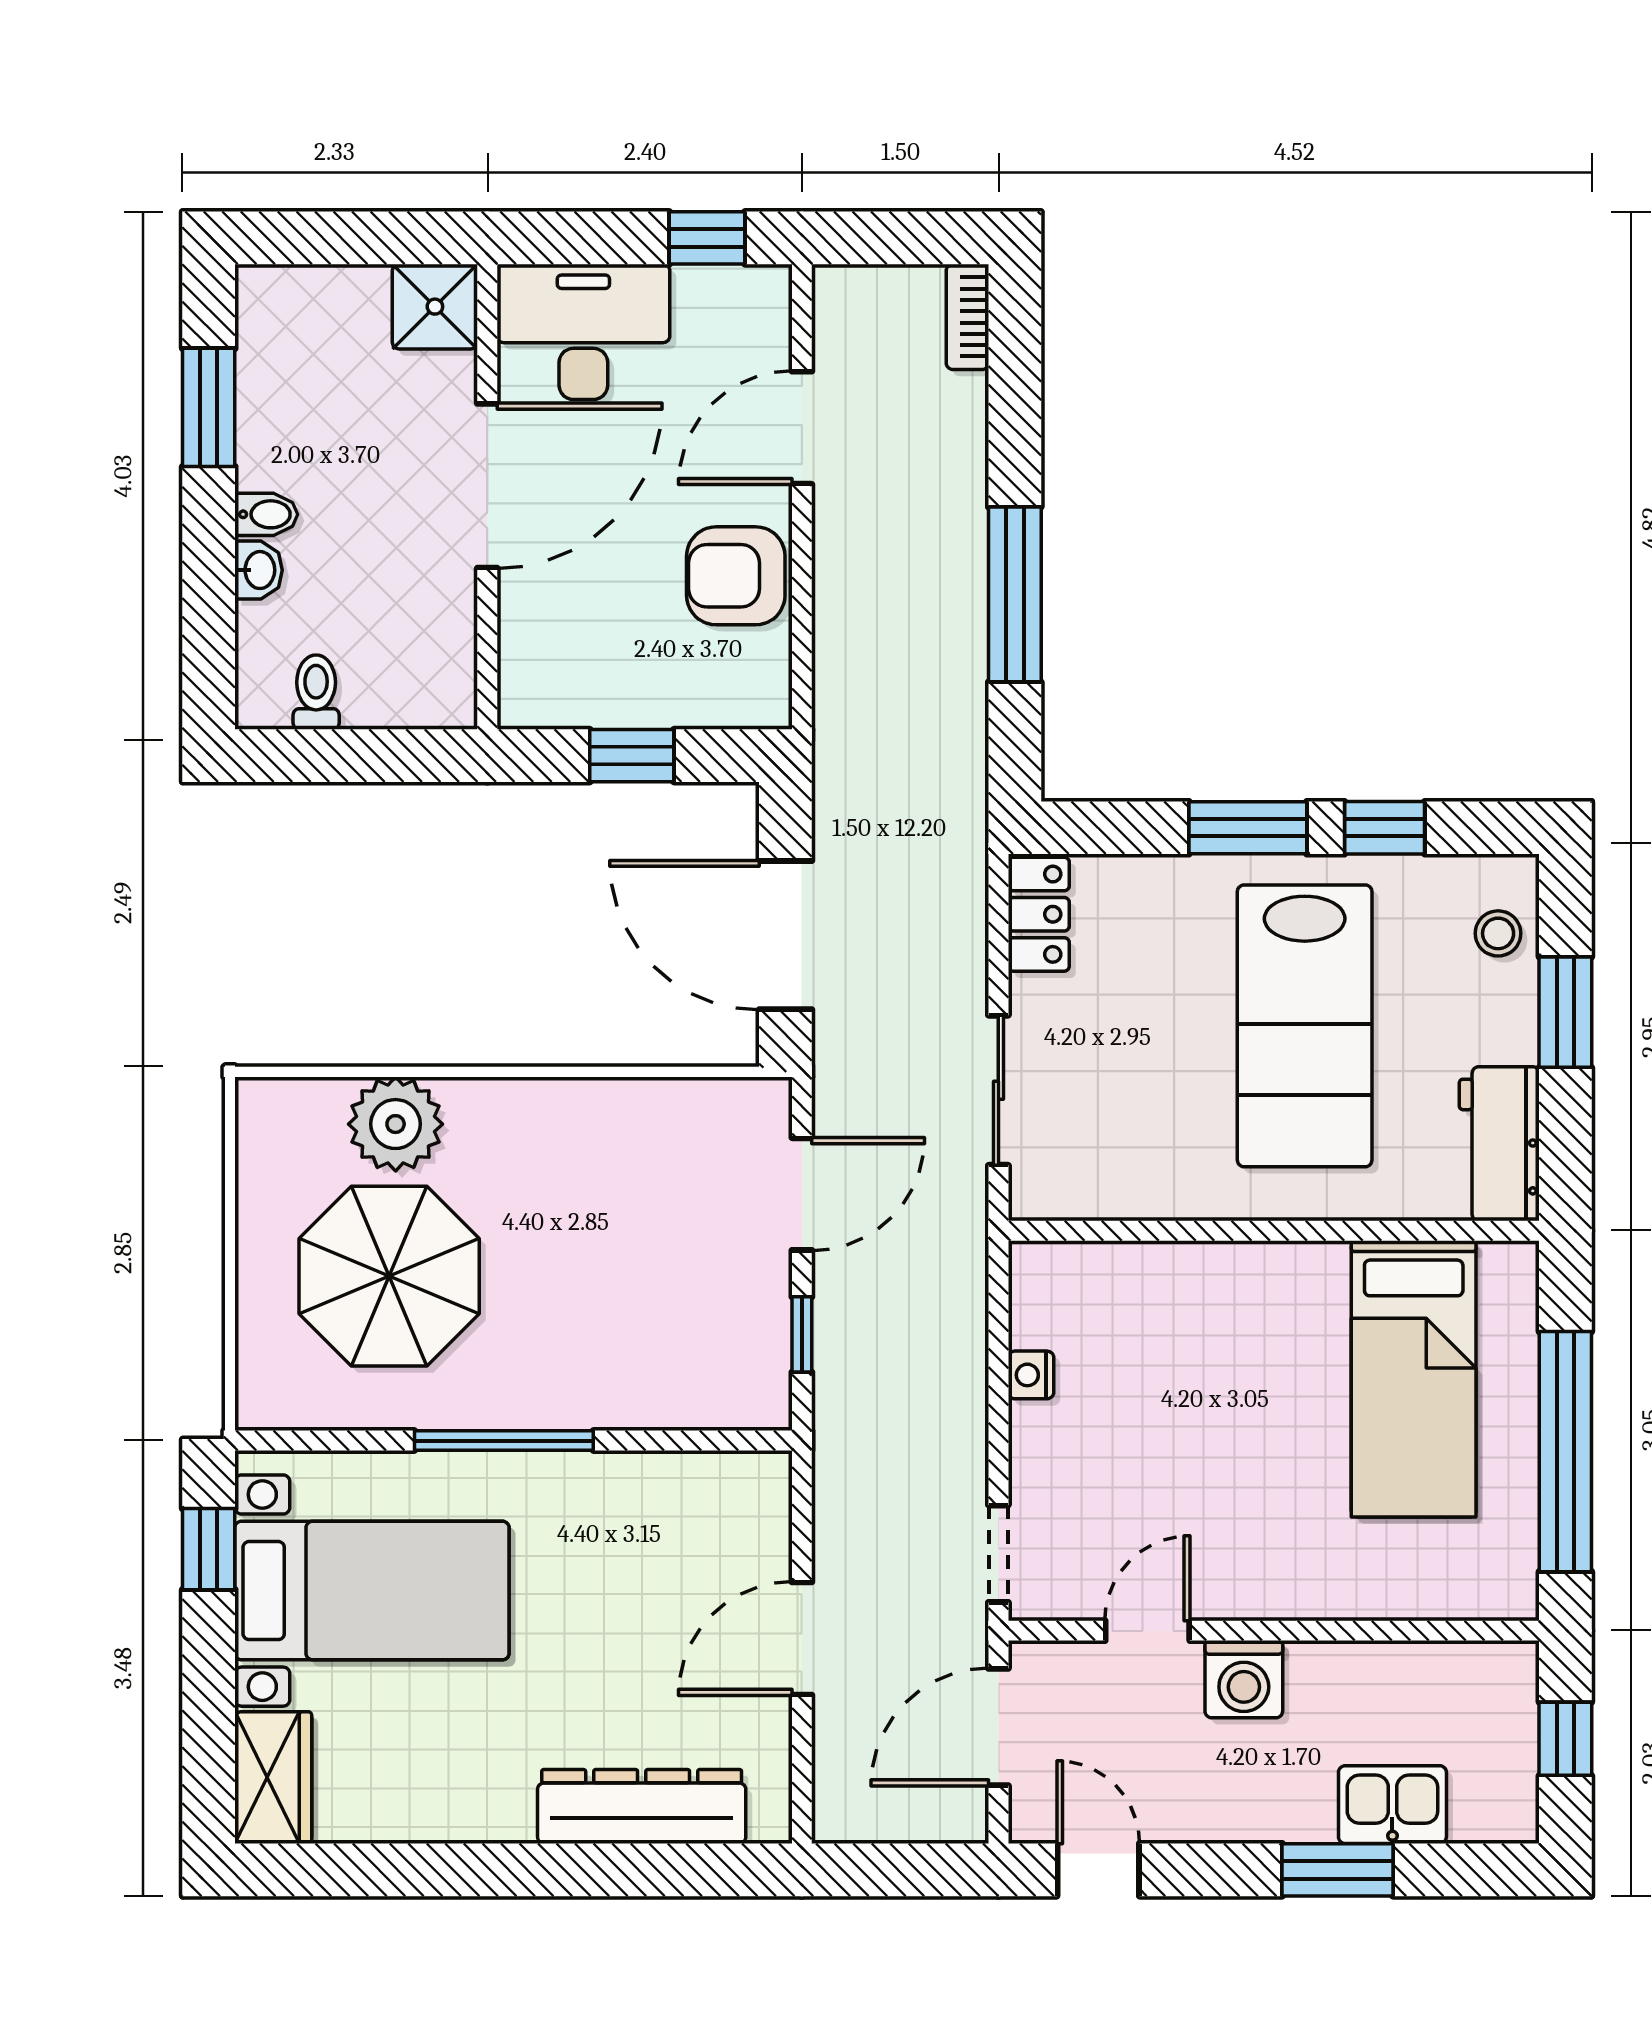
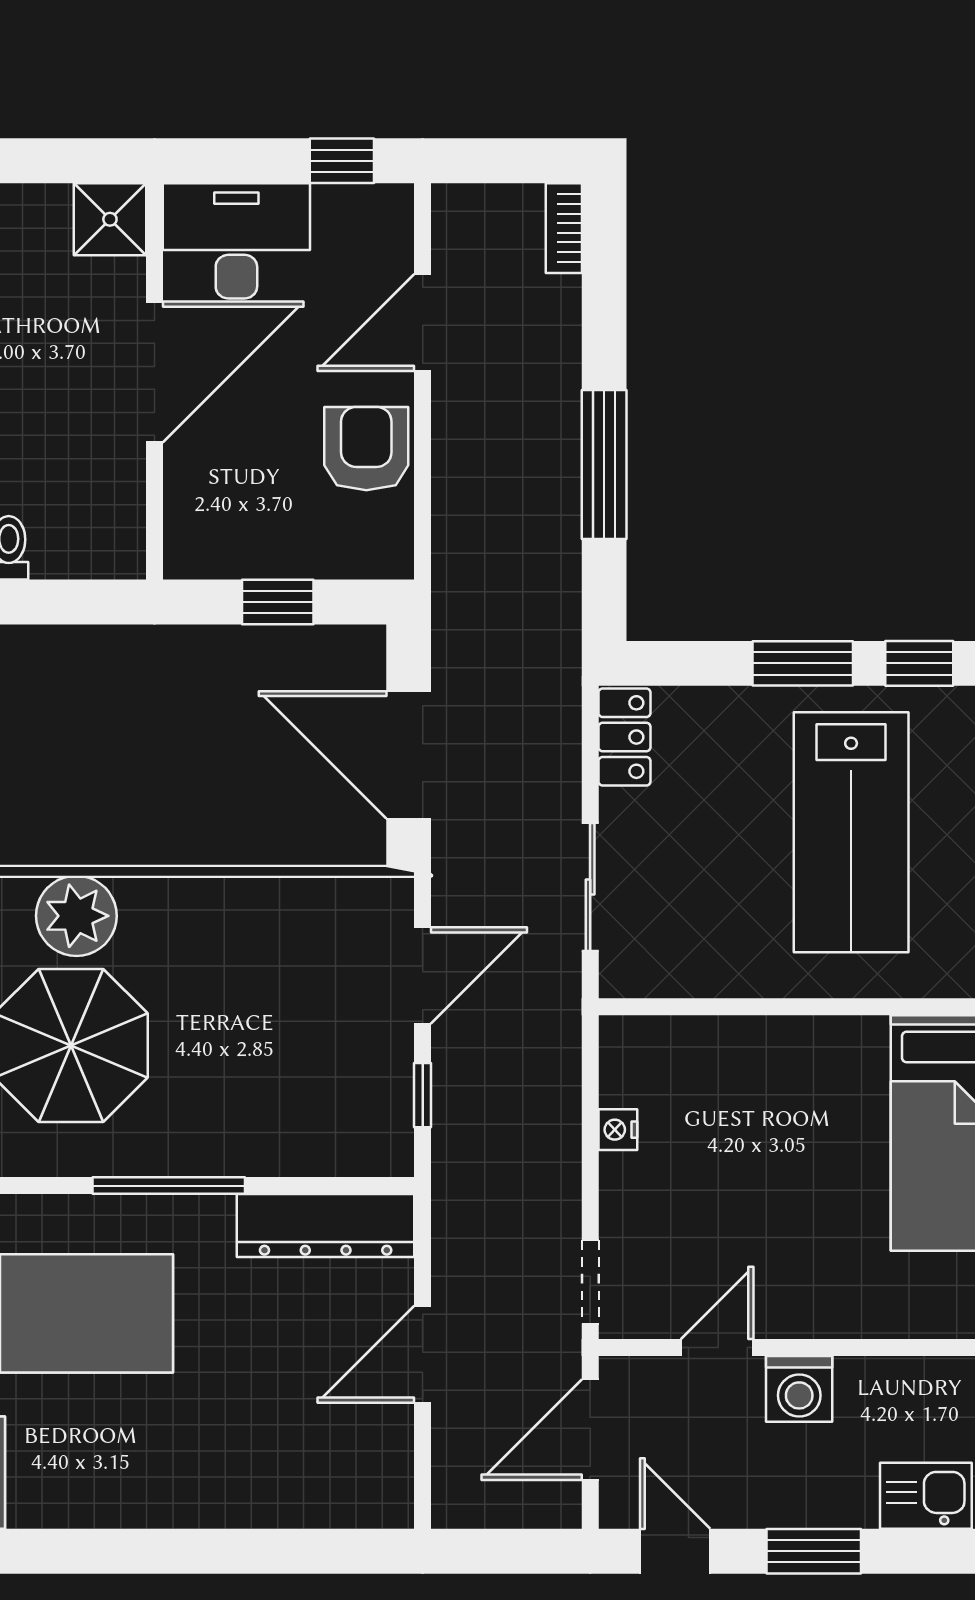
armchair: (736, 576) -> (366, 449), turned 90
dresser: (642, 1807) -> (326, 1226), moved, turned 180
window: (1338, 1870) -> (814, 1551), moved

